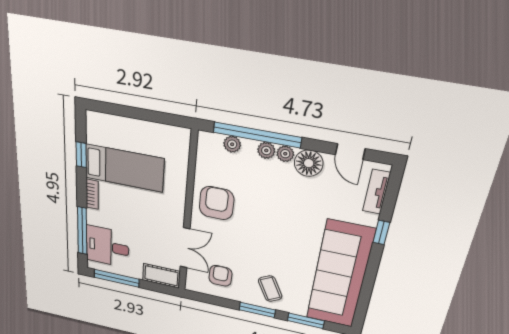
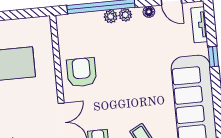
plant: (232, 144) -> (84, 19), removed
floor lamp: (309, 163) -> (149, 12), width x0.53, depth x0.53

